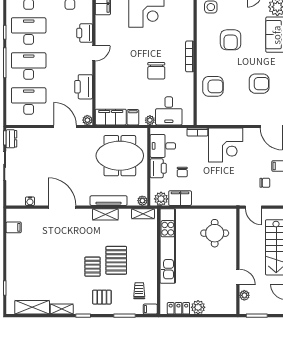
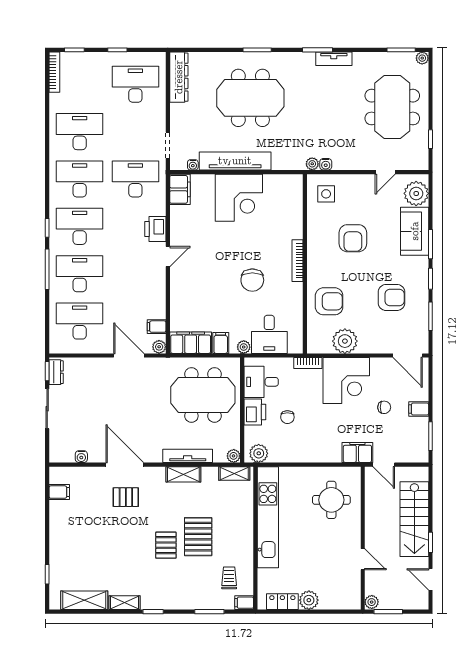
printer: (84, 87) -> (154, 302), removed
filing cabinet: (86, 105) -> (157, 327), added
plant: (225, 116) -> (345, 341), added
chair: (265, 183) -> (384, 407), moved
filing cabinet: (180, 198) -> (357, 452), moved
plant: (244, 295) -> (372, 602), moved
pallet: (102, 297) -> (126, 497), moved

